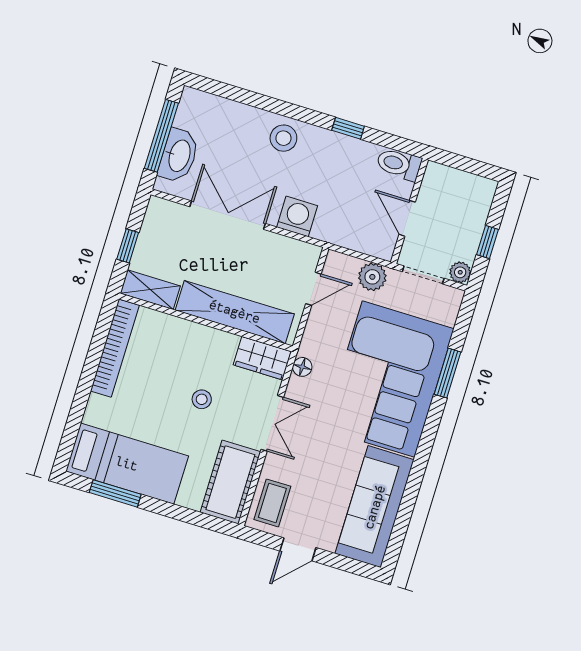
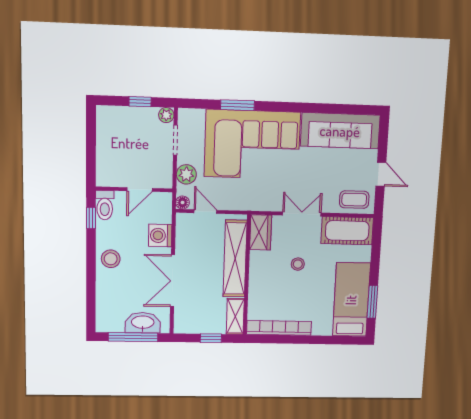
toilet: (399, 164) -> (105, 205), moved
wall: (409, 211) -> (134, 189), moved
door: (407, 218) -> (140, 190), moved
floor lamp: (302, 367) -> (183, 203), moved

